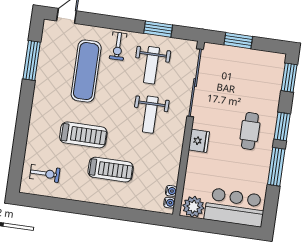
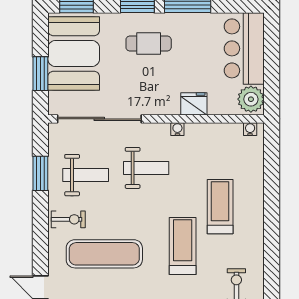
booth: (251, 70) -> (74, 53), added
fridge: (199, 141) -> (194, 104), moved
water cooler: (171, 191) -> (177, 129), moved

